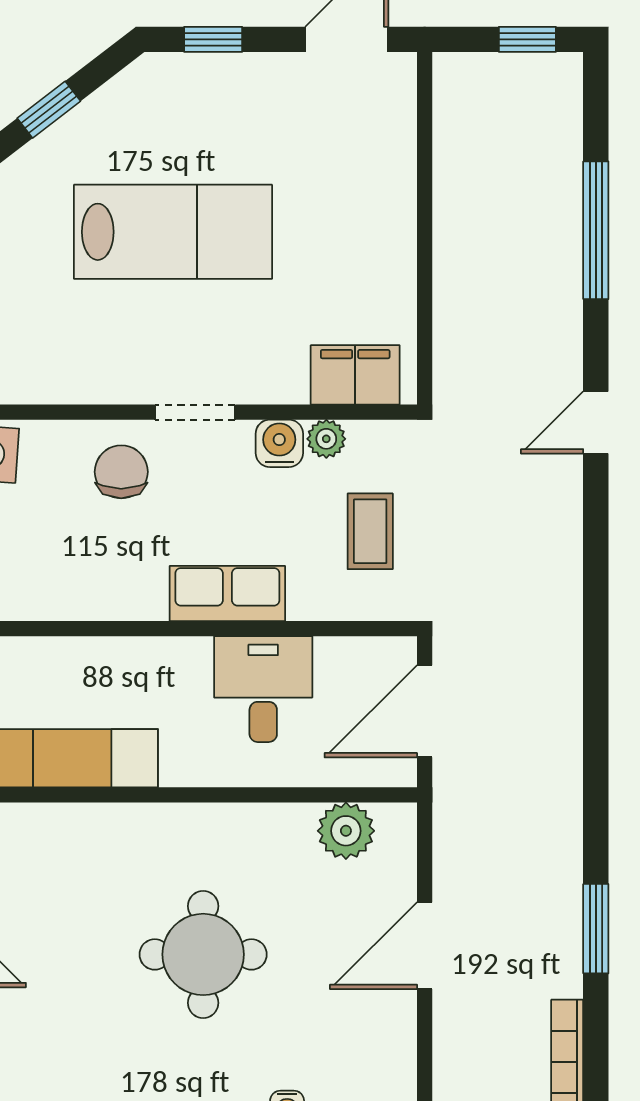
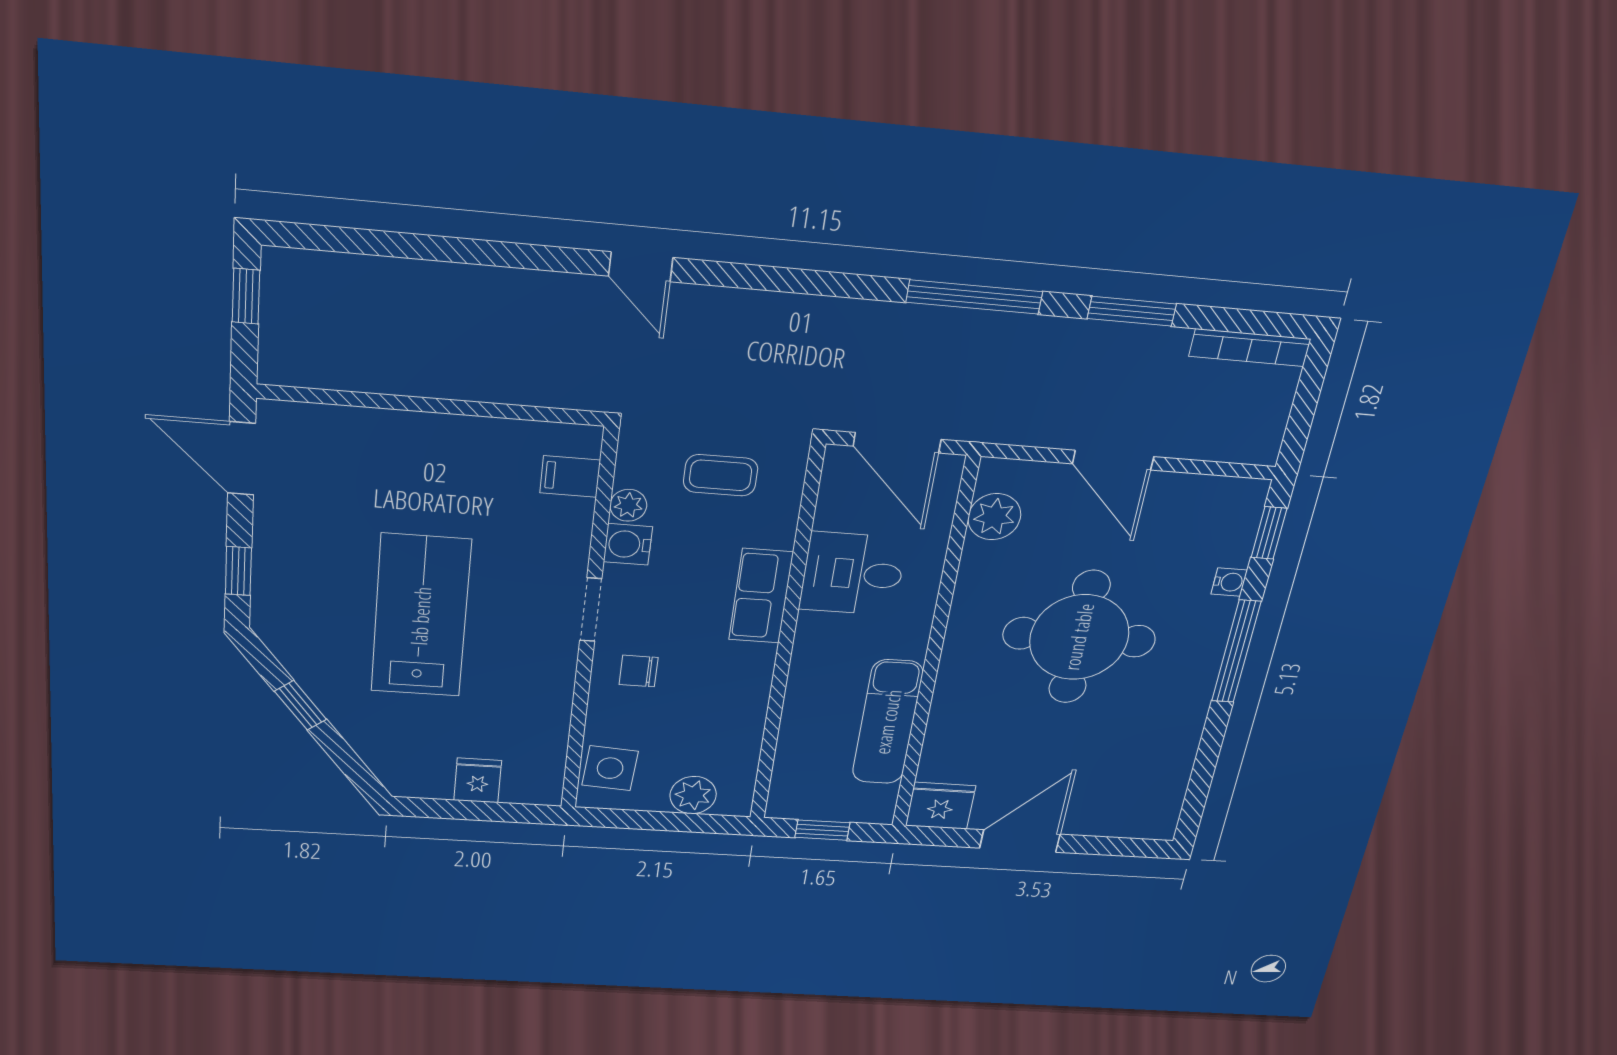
window: (596, 230) -> (974, 297), moved
filing cabinet: (355, 375) -> (570, 476), width x0.50
chair: (121, 472) -> (639, 671), width x0.73, depth x0.73
round table: (203, 954) -> (1079, 637), width x1.36, depth x1.36

